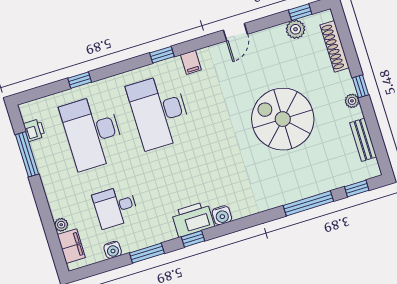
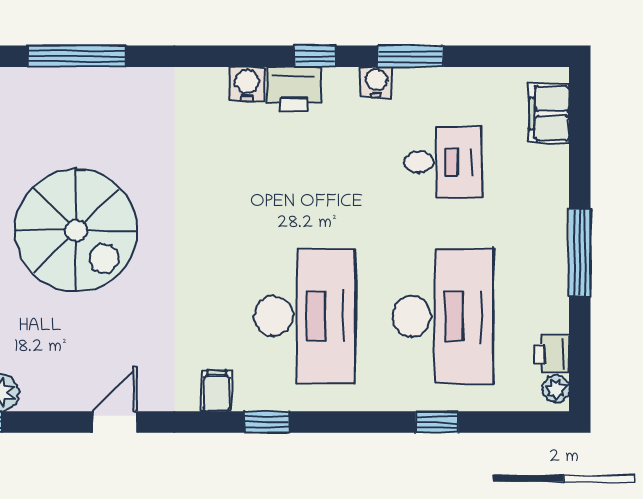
window: (27, 154) -> (580, 253), moved
printer: (193, 219) -> (294, 89), width x0.73, depth x0.84
plant: (61, 225) -> (556, 389), moved
water cooler: (113, 250) -> (376, 82), moved

